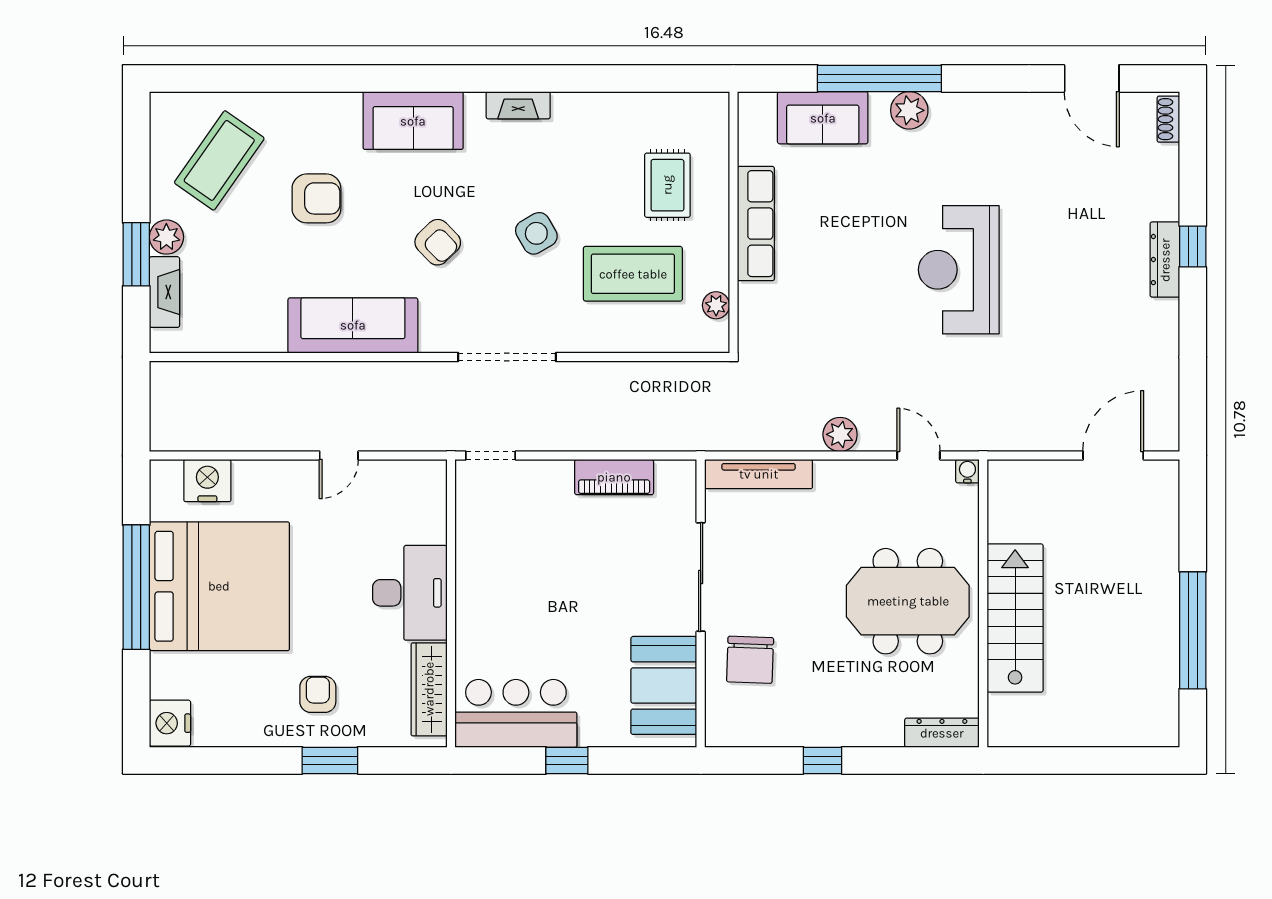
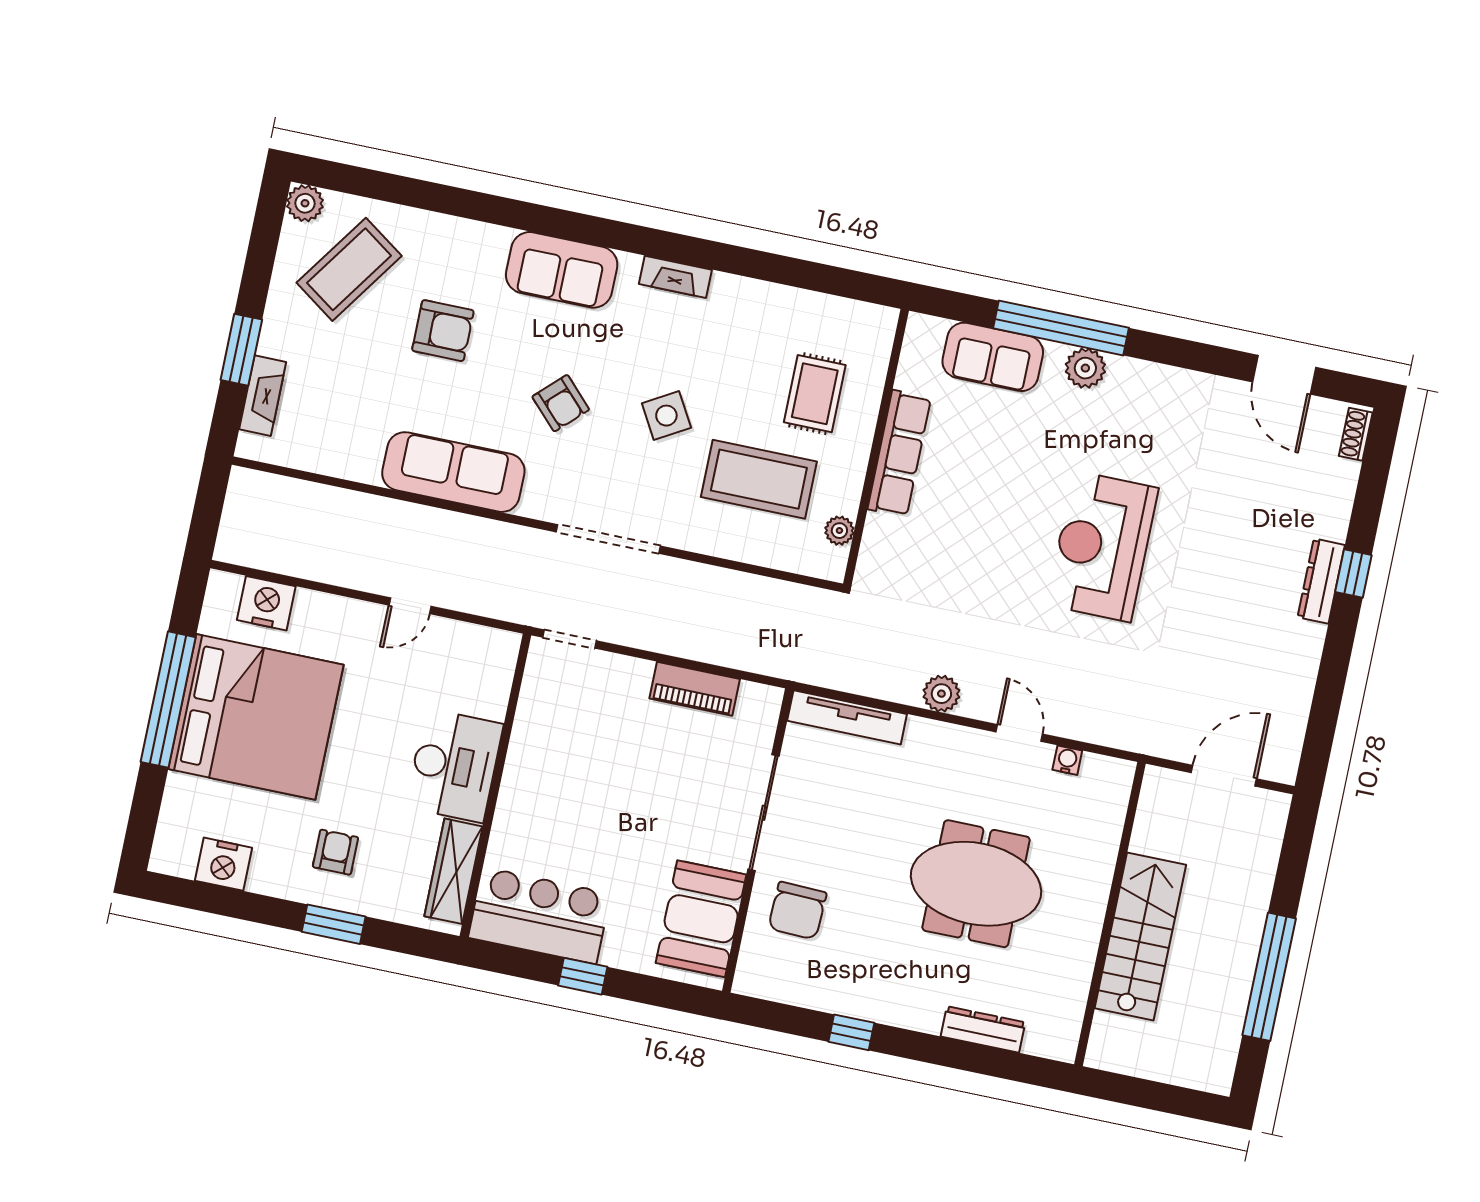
plant: (166, 237) -> (305, 203), moved
wall: (983, 603) -> (1110, 914), moved
stairs: (1015, 618) -> (1140, 936), moved
nightstand: (170, 723) -> (224, 864), moved, turned -90

